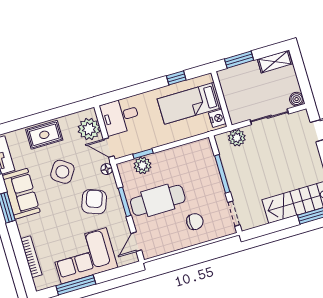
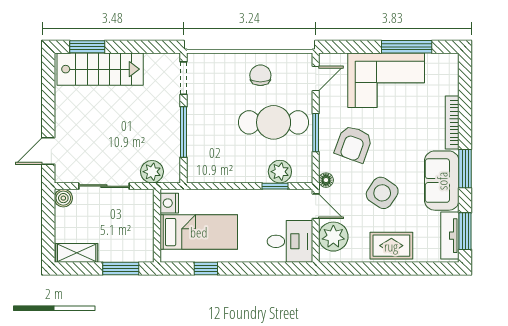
chair: (195, 222) -> (260, 75), moved, turned 90
bookcase: (31, 257) -> (452, 122), moved

